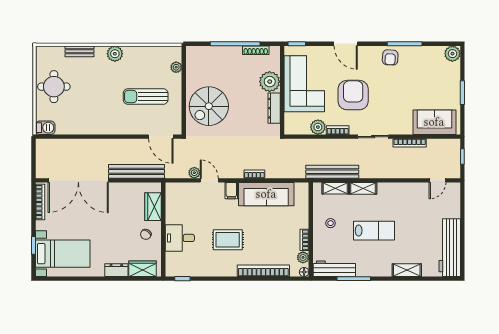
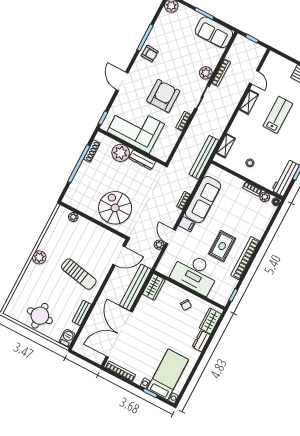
door: (346, 44) -> (122, 81), swing flipped
bench: (80, 51) -> (82, 313), moved
armchair: (353, 95) -> (163, 96), turned 90
sun lounger: (146, 97) -> (79, 274), moved, turned -79
spiral stairs: (209, 106) -> (115, 208), turned 180
sofa: (434, 122) -> (214, 32), moved, turned -90
plant: (318, 127) -> (206, 73), moved
bench: (332, 172) -> (204, 157), moved
double door: (78, 180) -> (119, 334), swing flipped
door: (209, 180) -> (171, 237), hinge flipped
door: (438, 180) -> (254, 77), moved
shelving: (363, 188) -> (249, 102), moved
wardrobe: (153, 207) -> (154, 287), moved, turned -90
lab bench: (374, 231) -> (278, 115), moved
desk: (180, 238) -> (195, 273), width x1.87, depth x1.30
bookcase: (263, 271) -> (245, 258), moved

